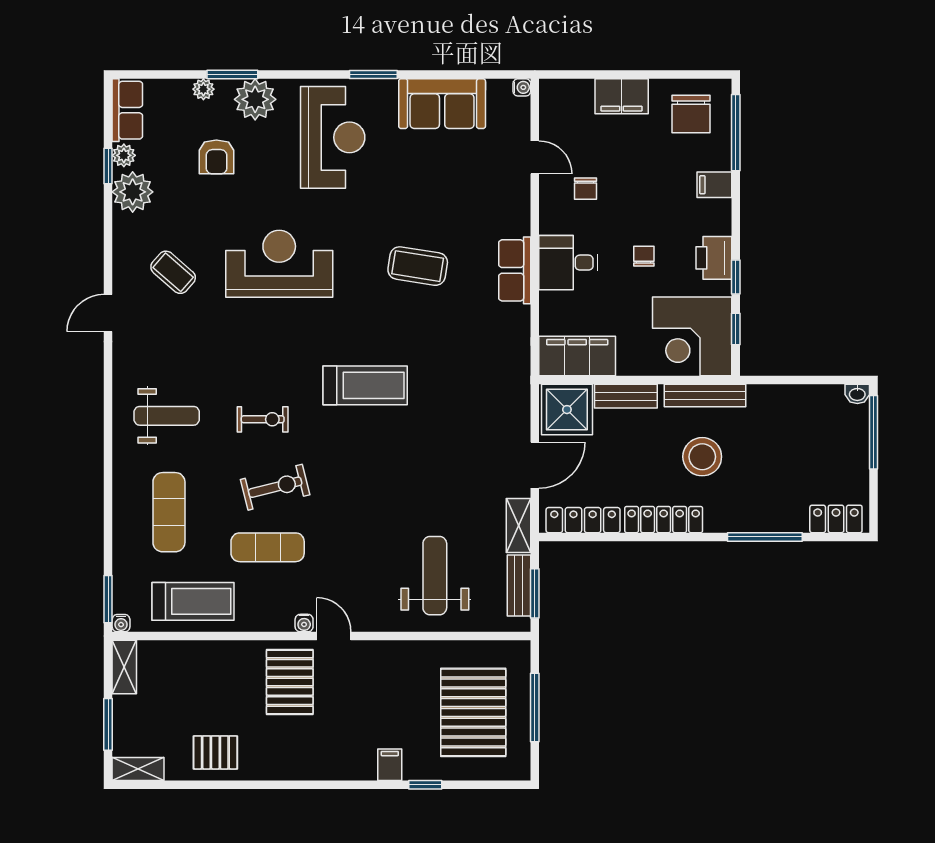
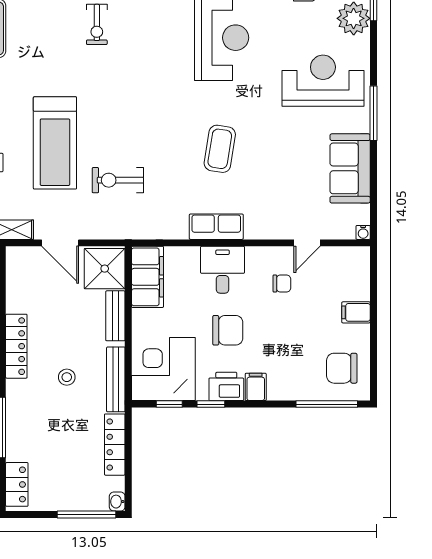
window: (373, 74) -> (373, 113), width x1.44
filing cabinet: (622, 96) -> (356, 312), width x0.50
reception desk: (333, 137) -> (323, 81), turned 180
filing cabinet: (714, 185) -> (256, 387), moved
chair: (586, 189) -> (282, 284), turned 180
chair: (644, 256) -> (228, 330), width x1.87, depth x1.87
treadmill: (365, 385) -> (55, 143), moved, width x1.37, depth x1.38
stool: (702, 457) -> (67, 377), width x0.53, depth x0.53
exercise bike: (275, 487) -> (118, 180), moved, turned 104
locker: (583, 520) -> (115, 445), moved, turned 180

